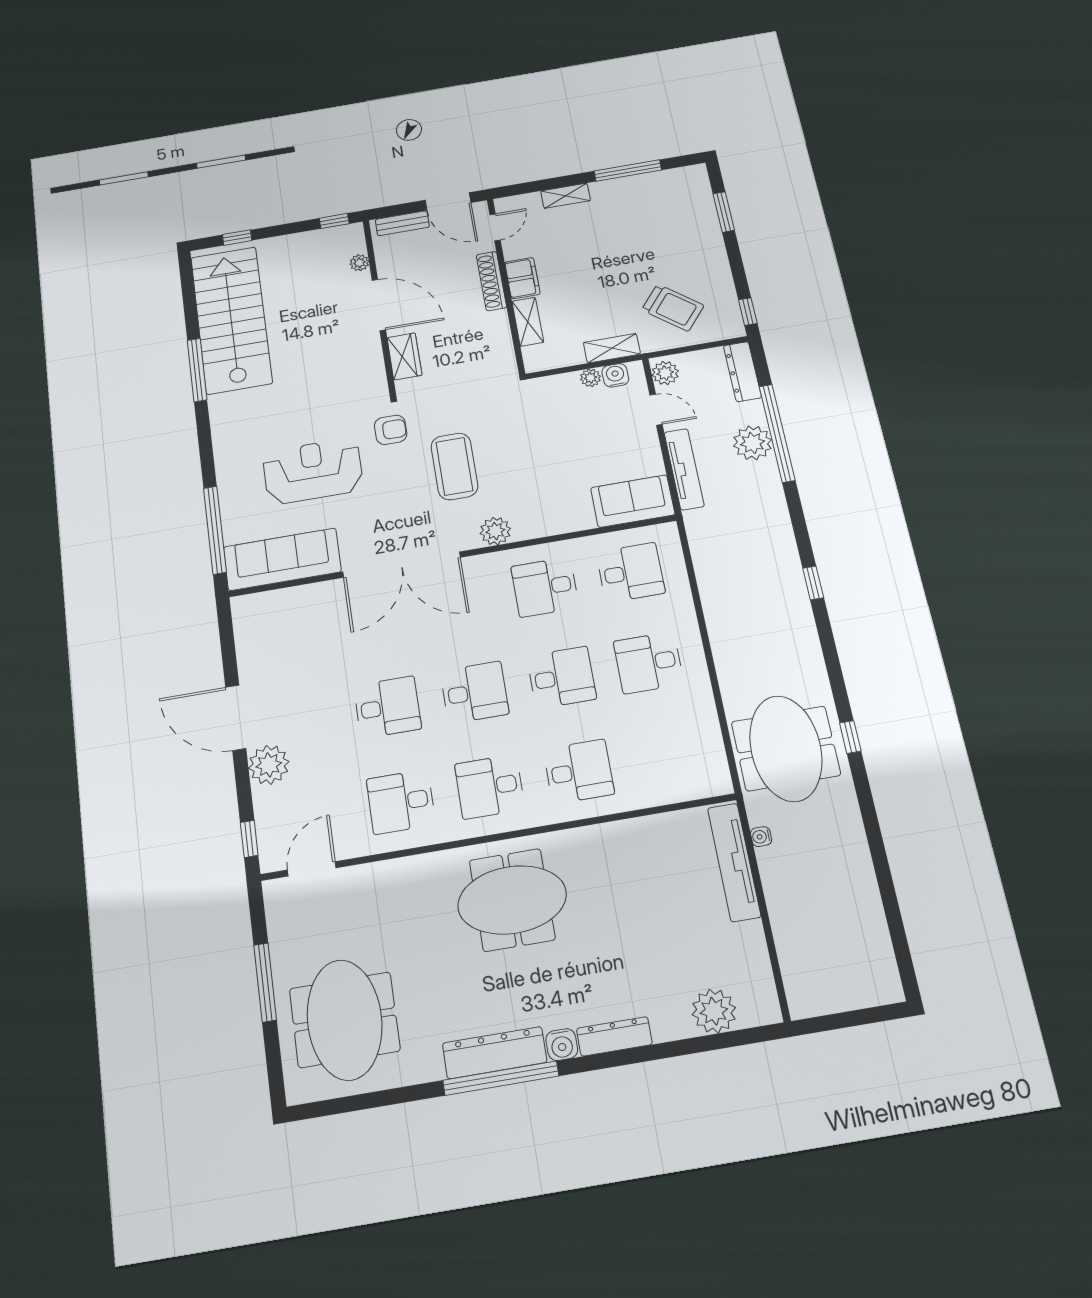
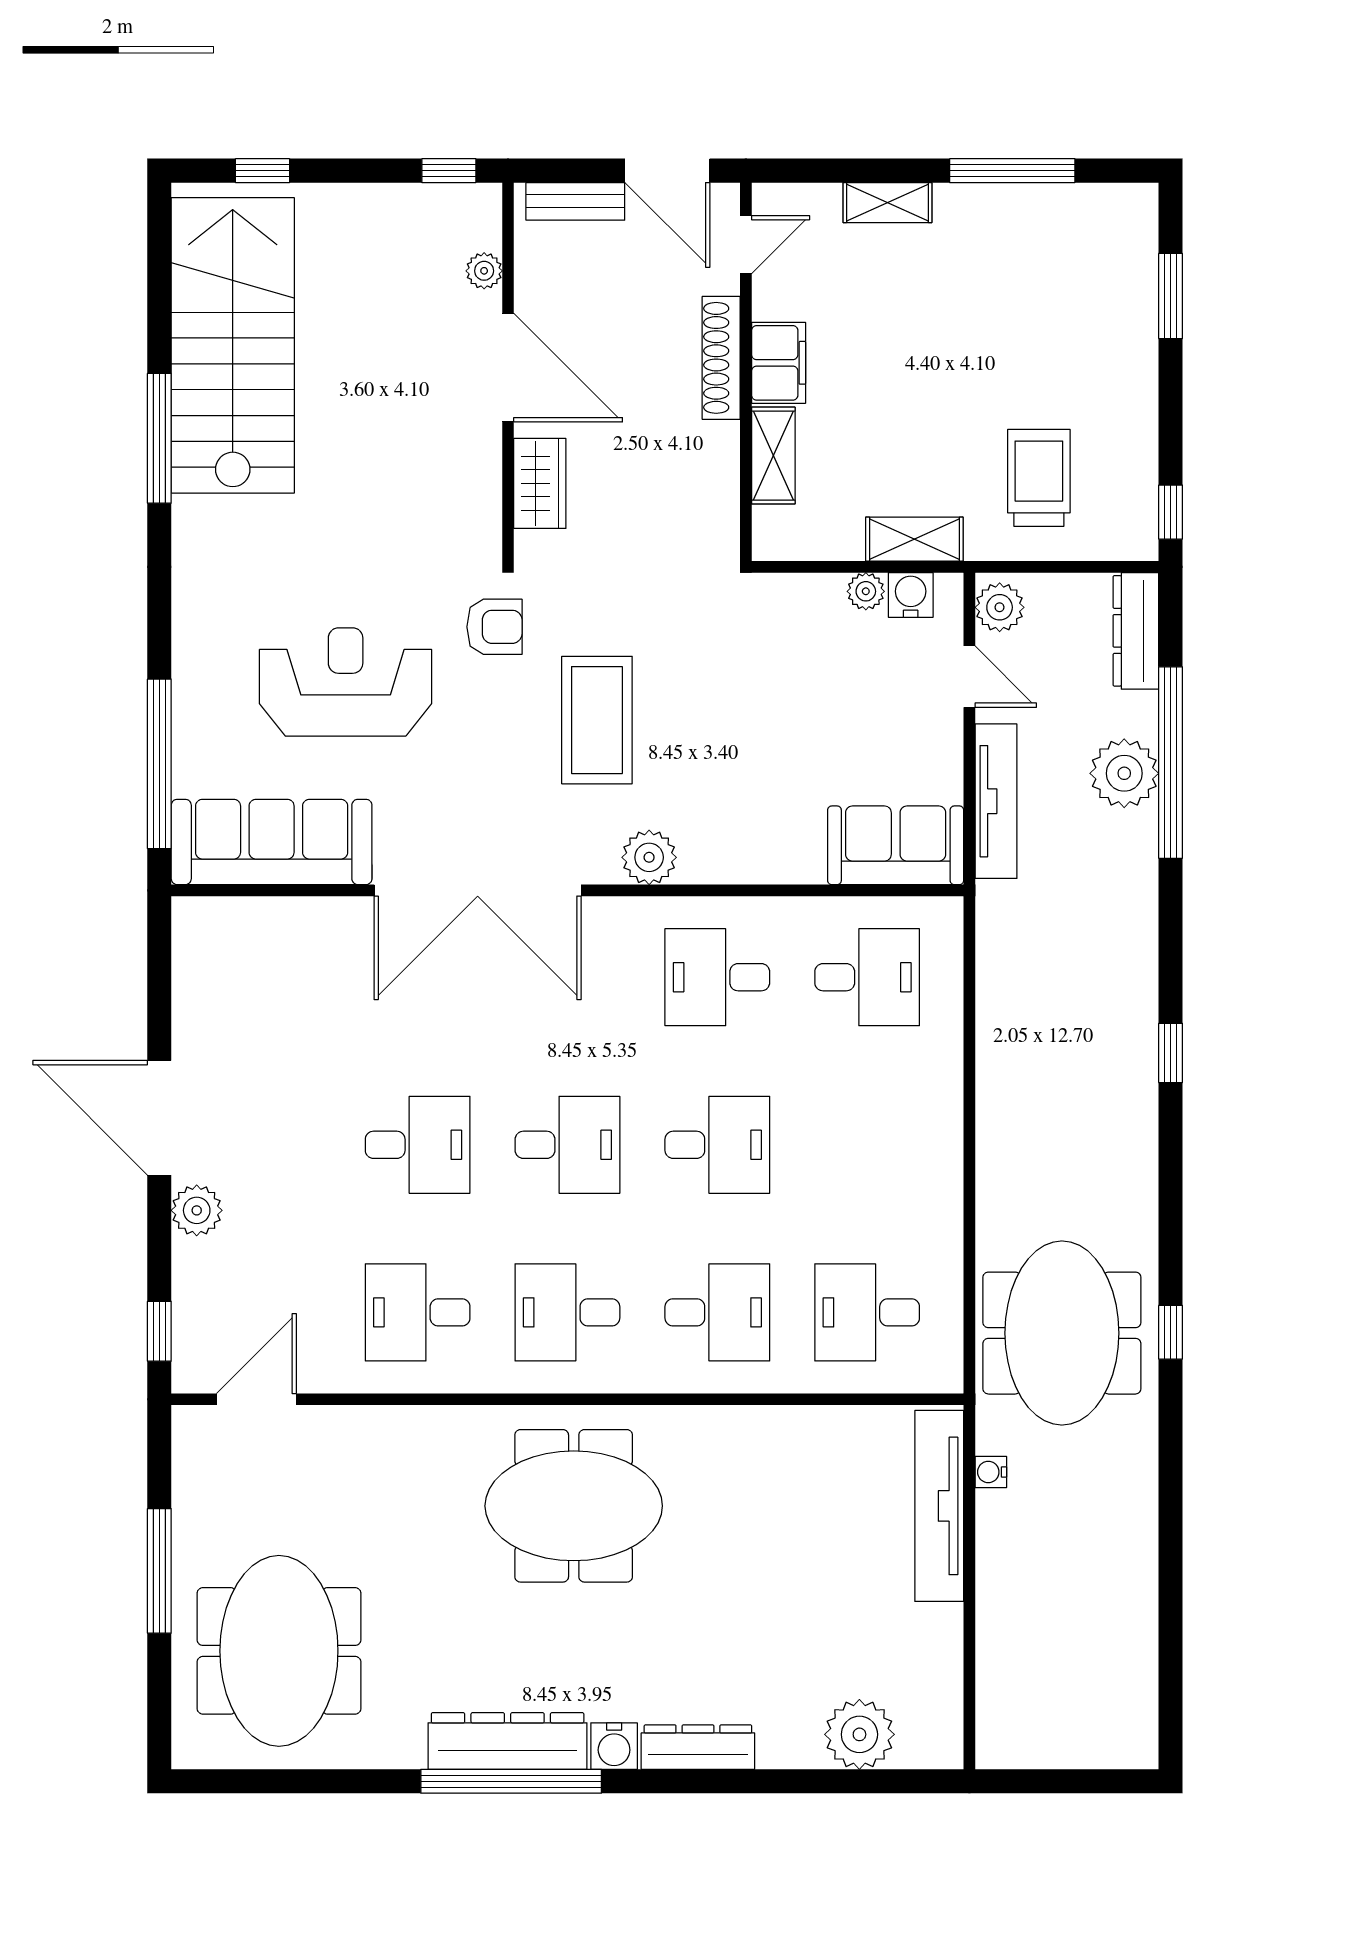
trolley: (673, 308) -> (1039, 478), turned -129
desk: (649, 663) -> (867, 1312), moved
plant: (269, 765) -> (197, 1210), width x0.73, depth x0.73

